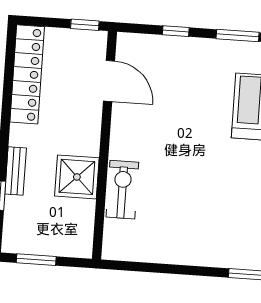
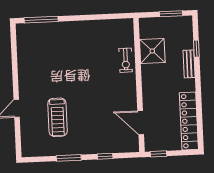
shower: (77, 177) -> (152, 51), moved
exercise bike: (122, 190) -> (126, 60), width x0.73, depth x0.72

